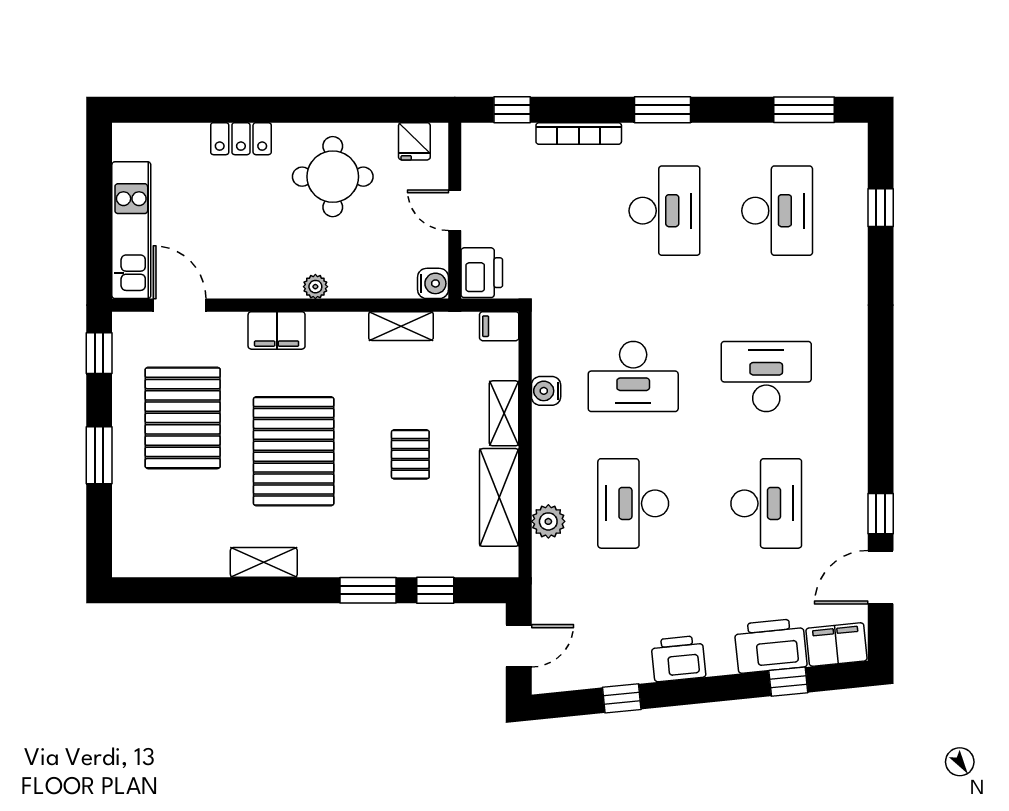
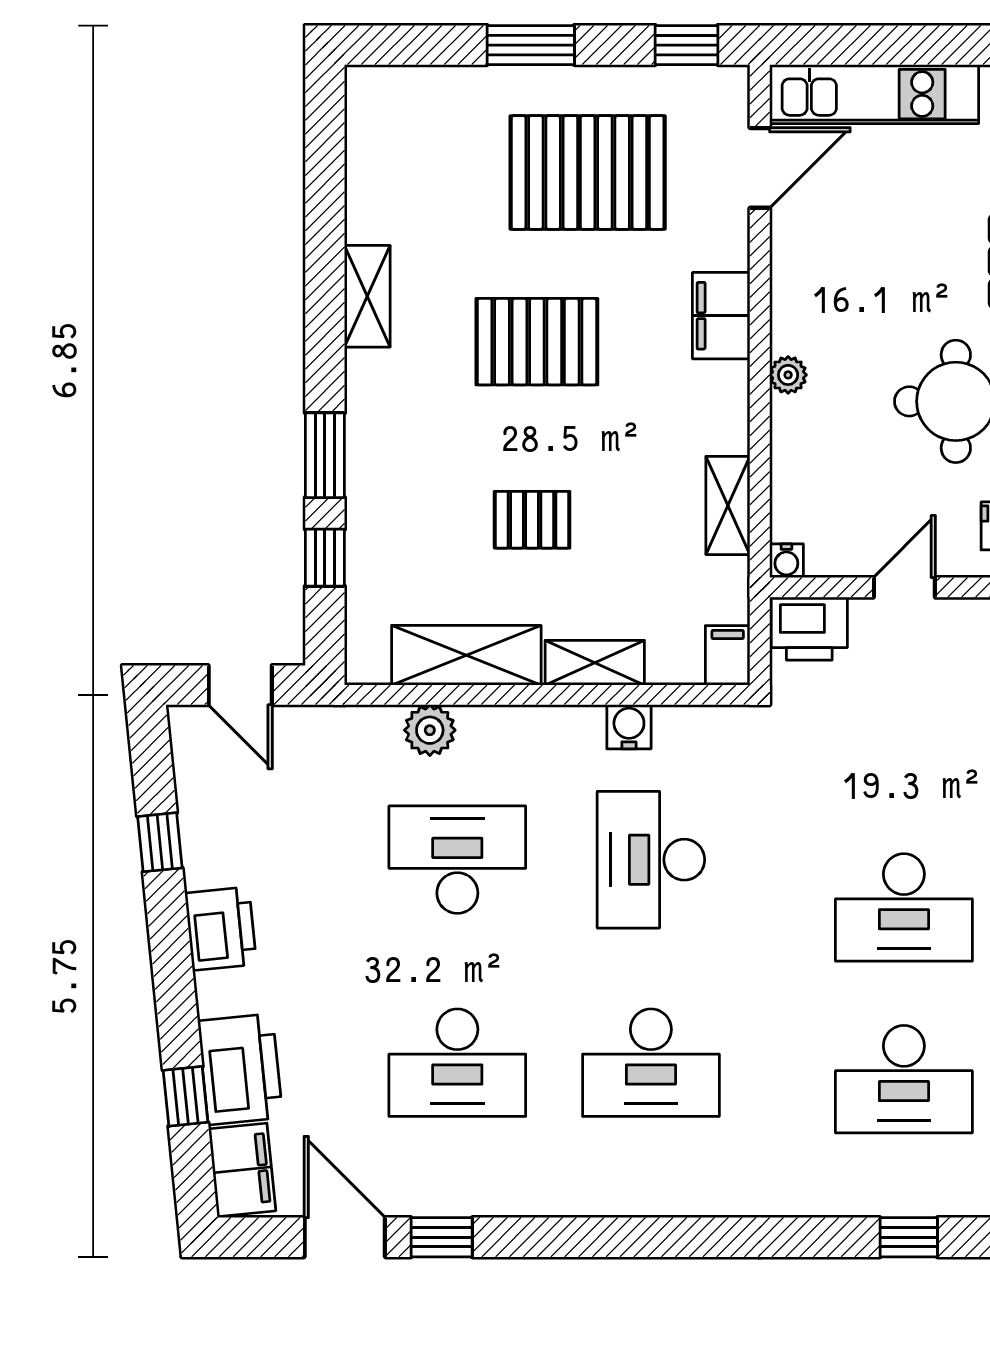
water cooler: (433, 283) -> (786, 561), width x0.72, depth x0.72
desk: (766, 376) -> (651, 1063), turned 90
pallet: (294, 451) -> (537, 342), width x0.73, depth x0.71

